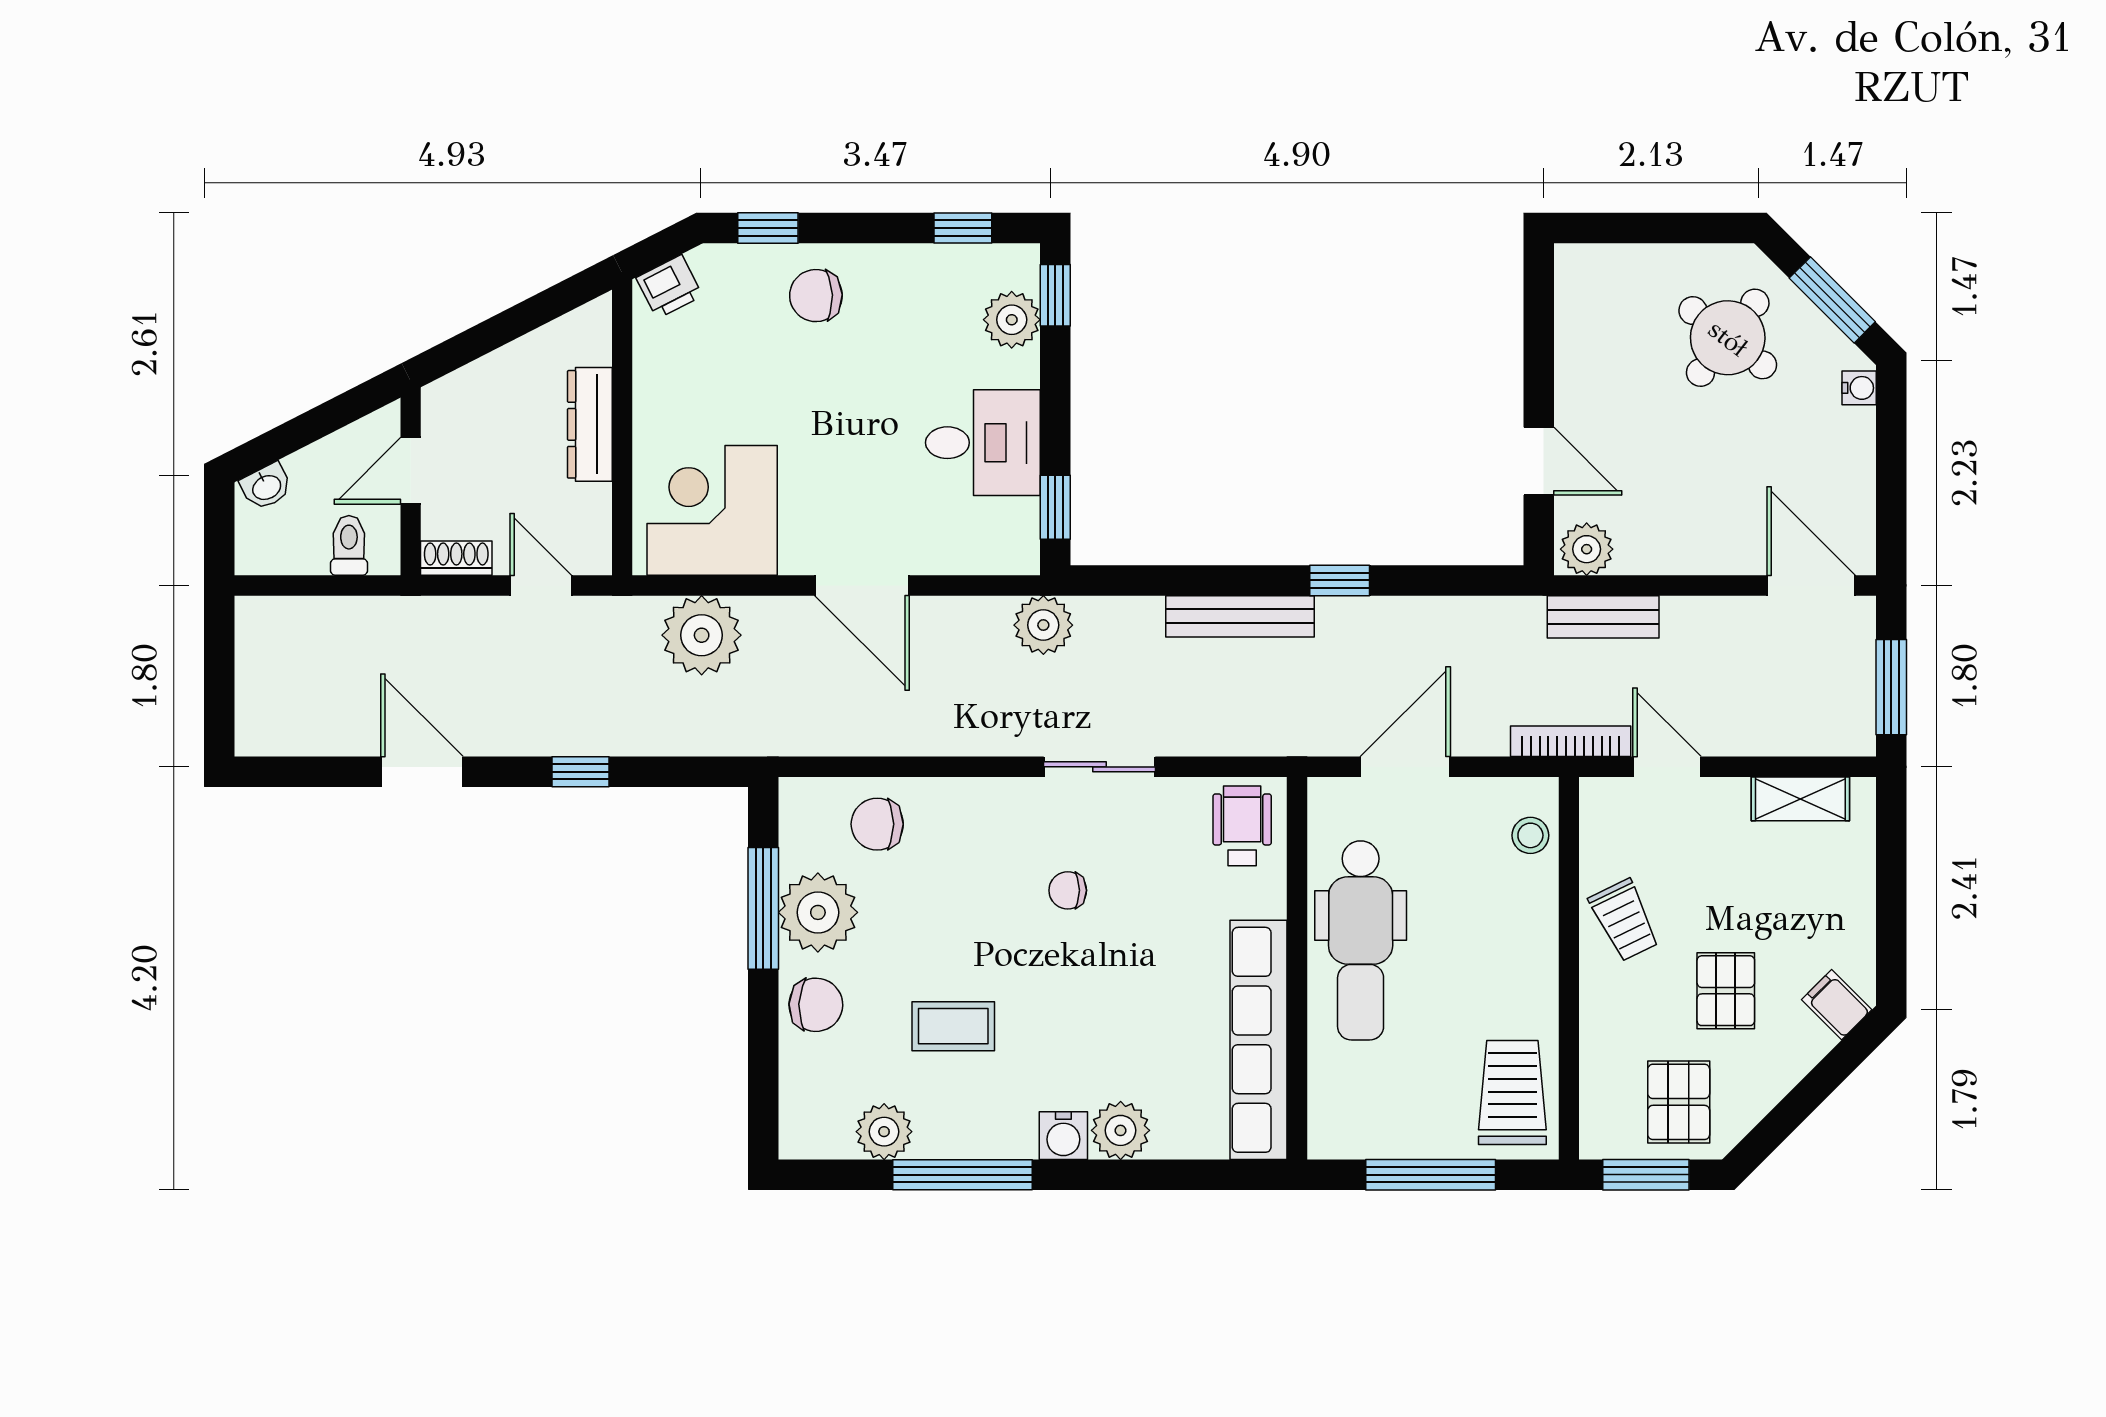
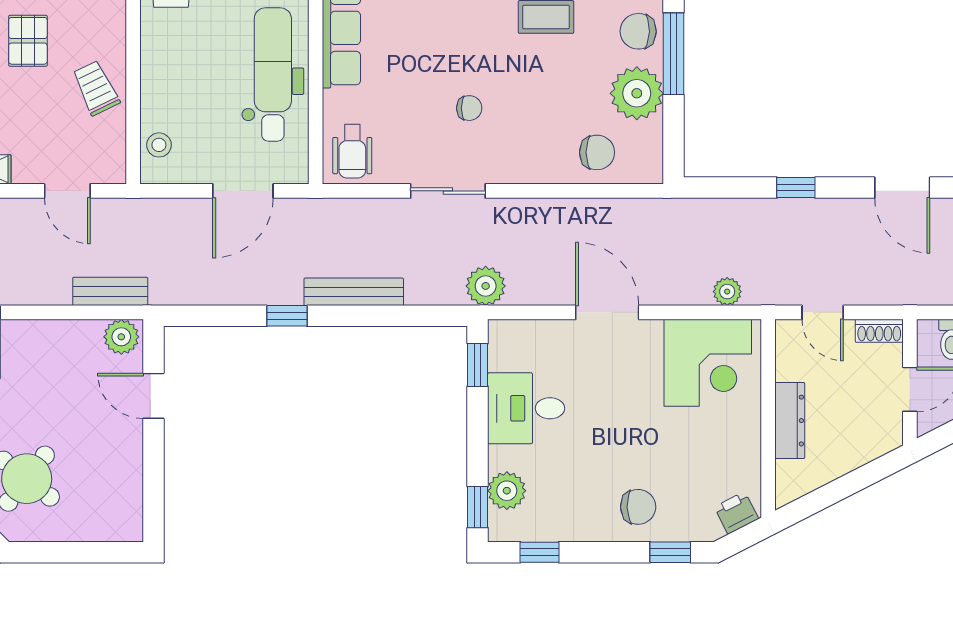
plant: (702, 635) -> (727, 292), width x0.53, depth x0.53
bookcase: (1571, 741) -> (132, 208), removed
window: (763, 908) -> (673, 54), moved

